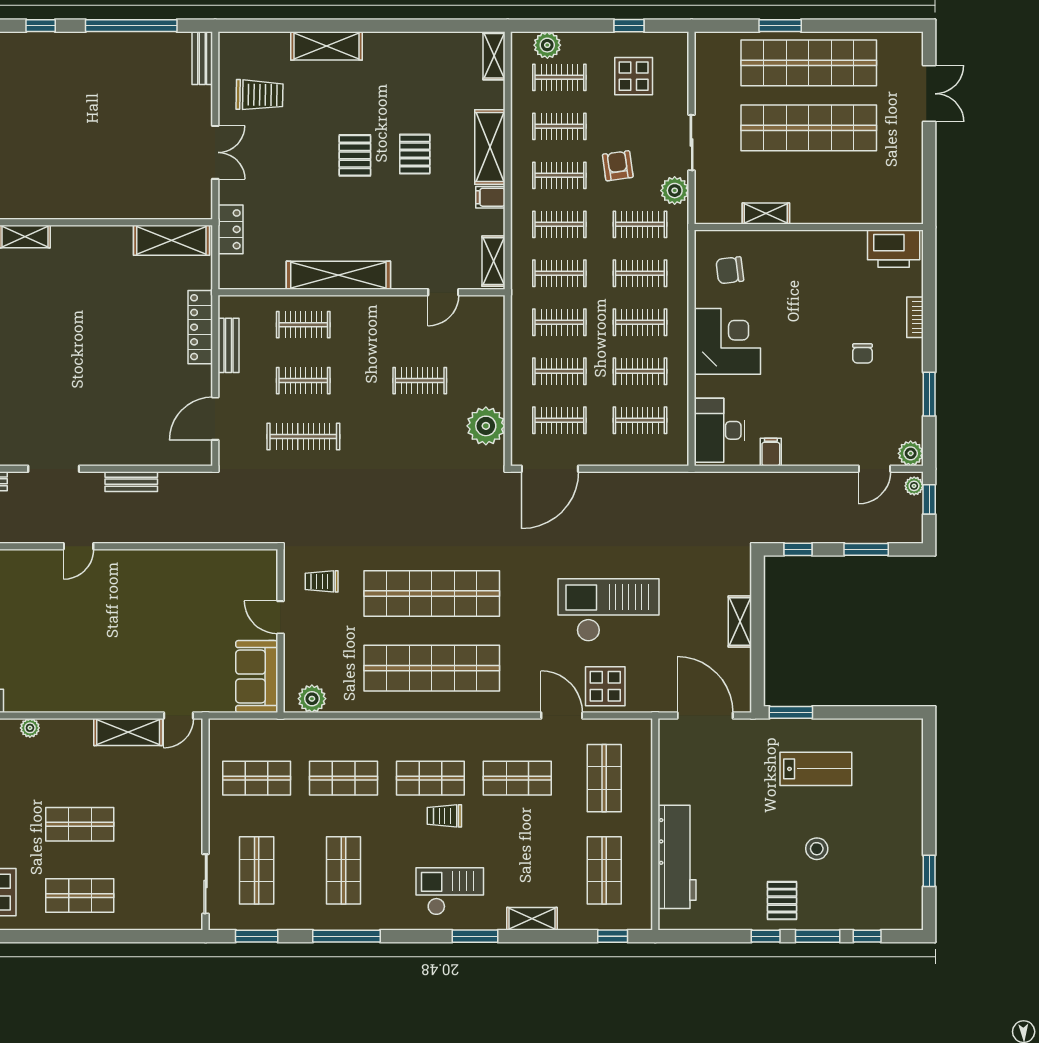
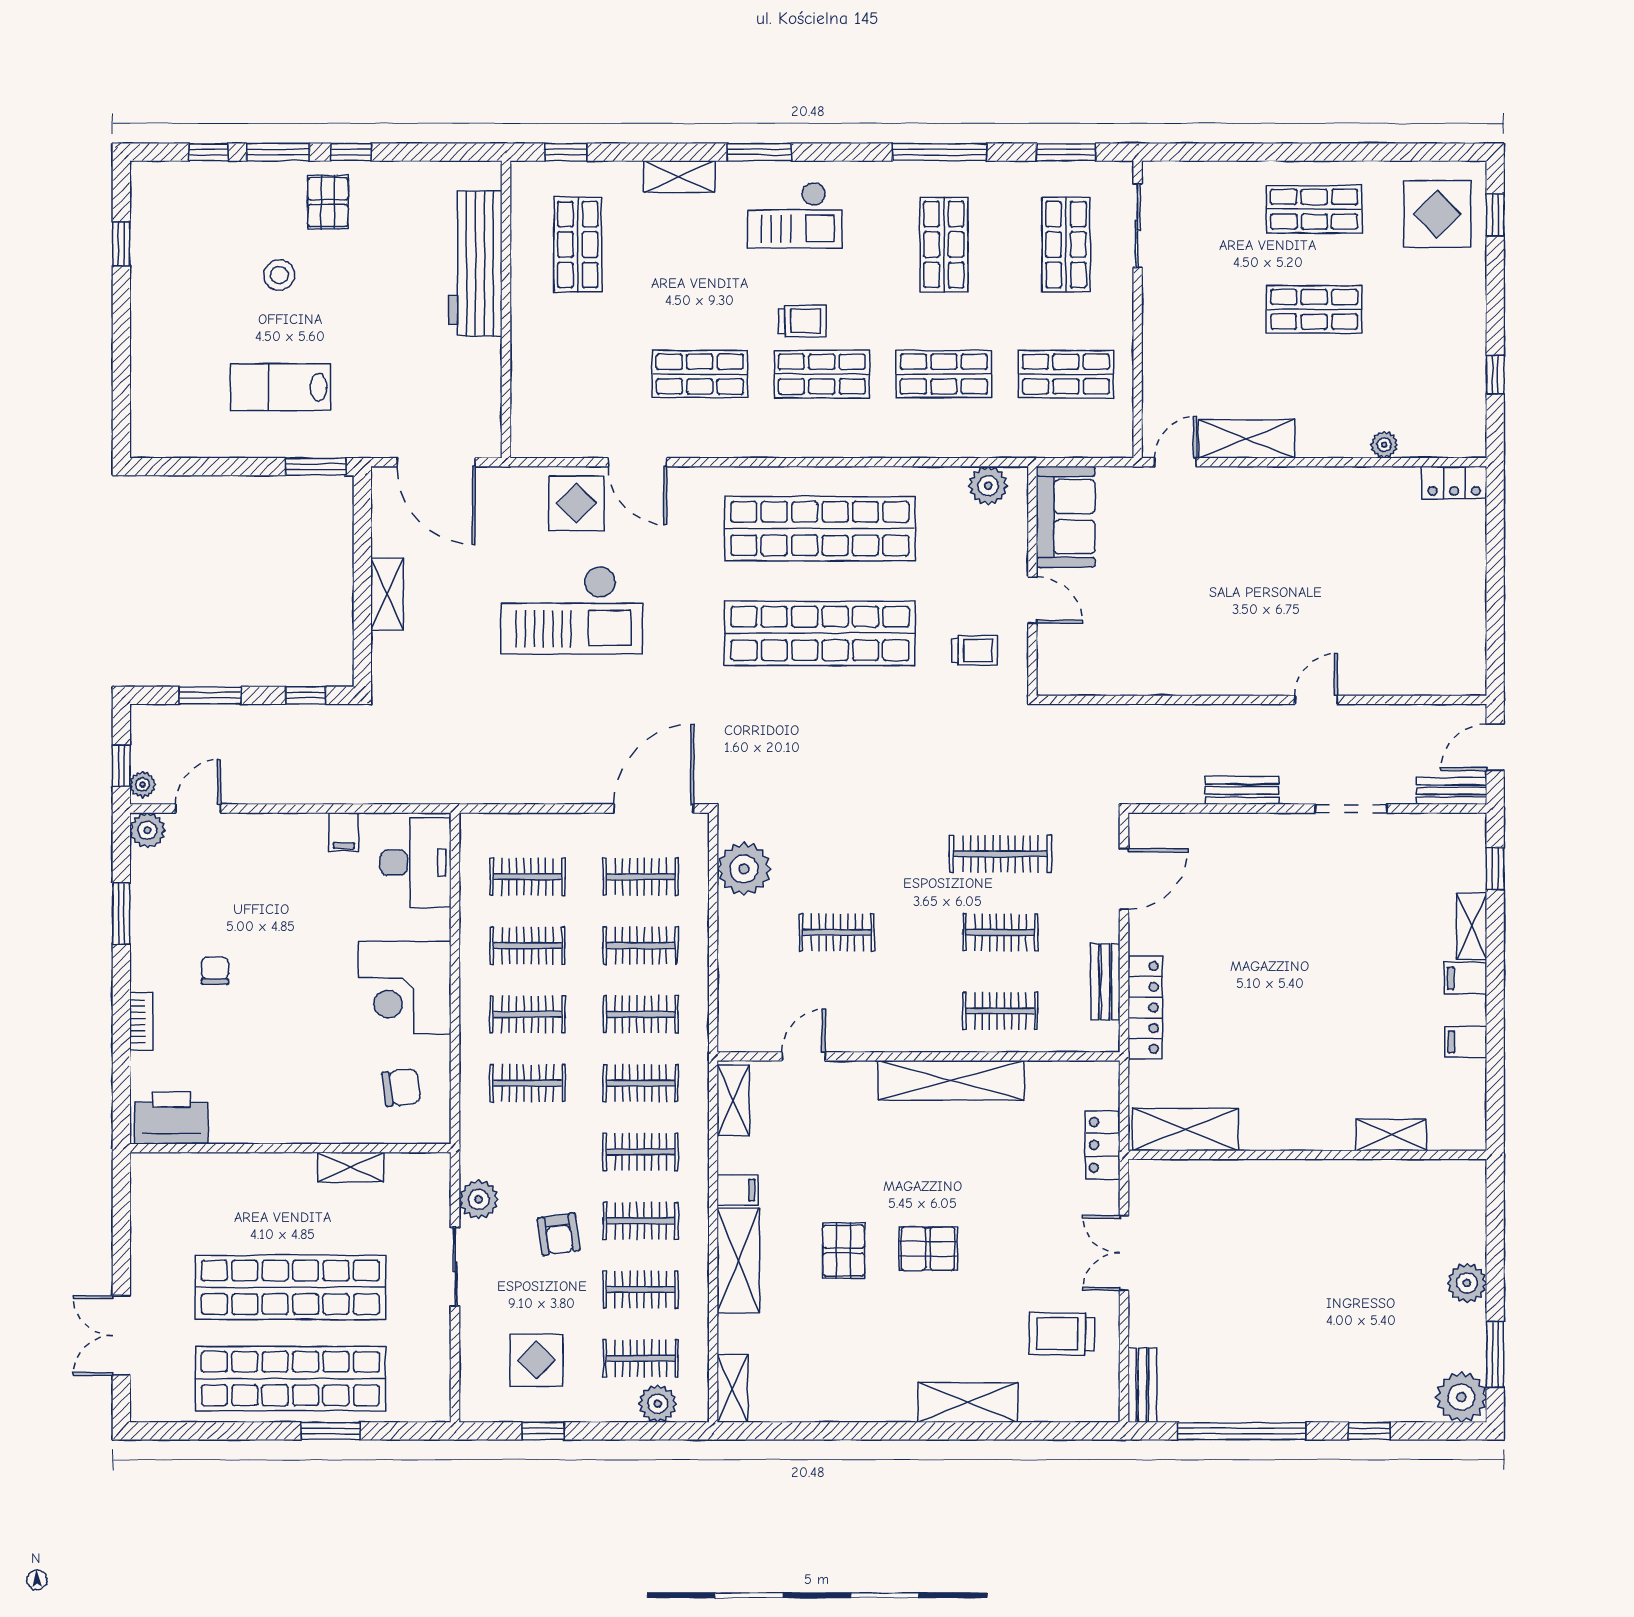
pallet: (355, 155) -> (928, 1249), turned 90
clothes rail: (640, 224) -> (528, 1152), removed
shop shelf: (604, 778) -> (578, 374), removed

